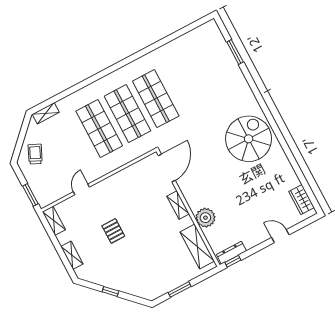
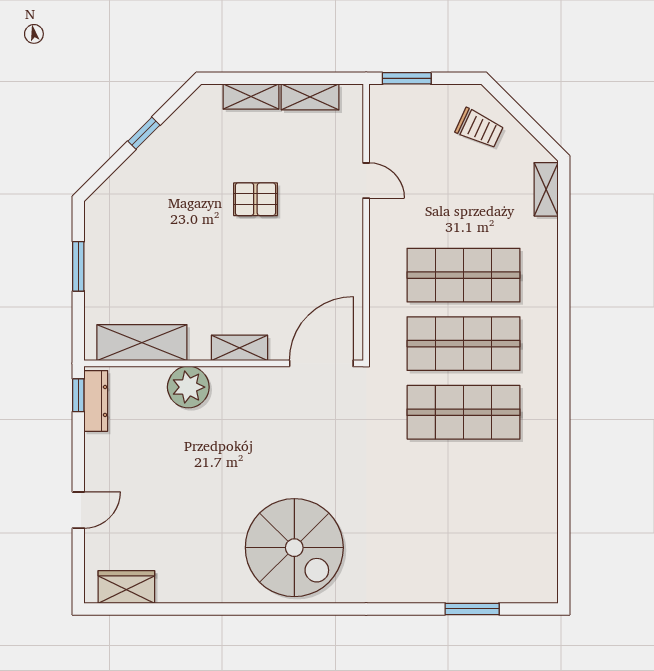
door: (167, 168) -> (321, 363), swing flipped
shelving: (54, 221) -> (310, 97), moved

